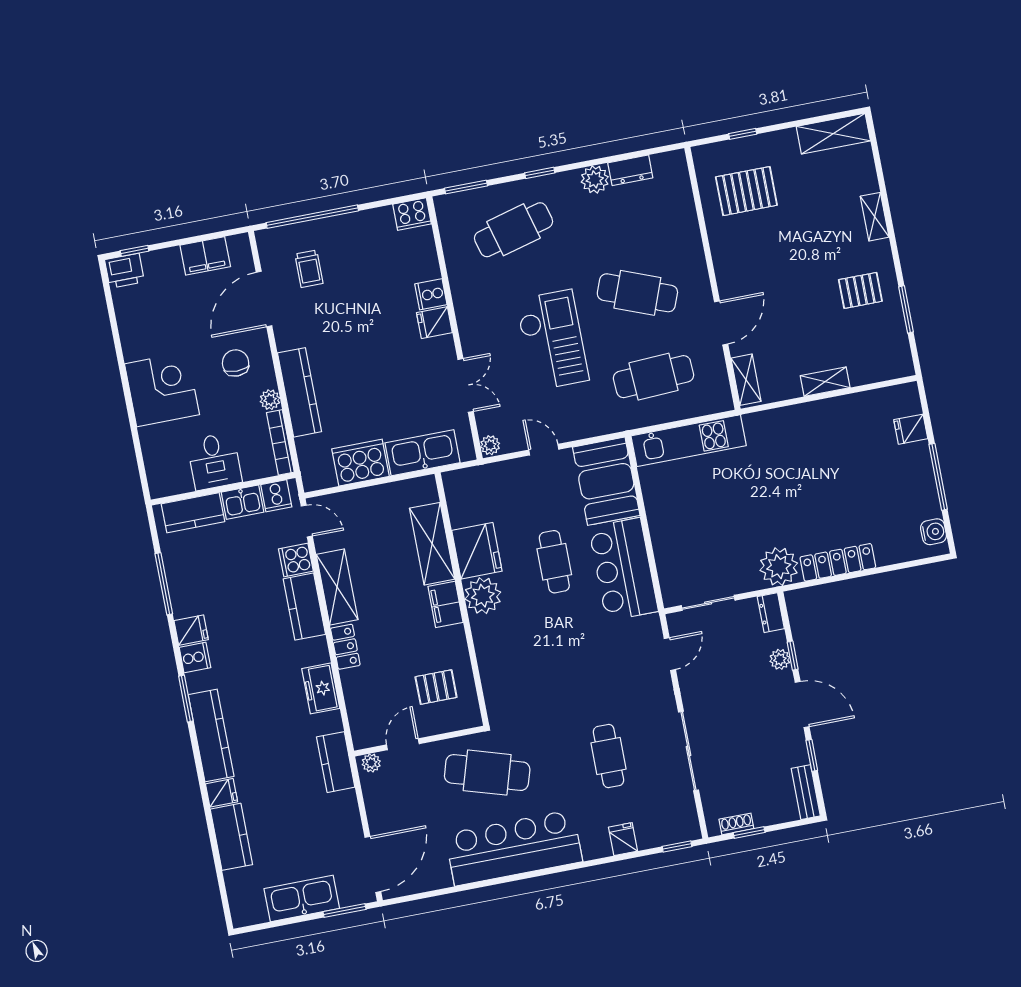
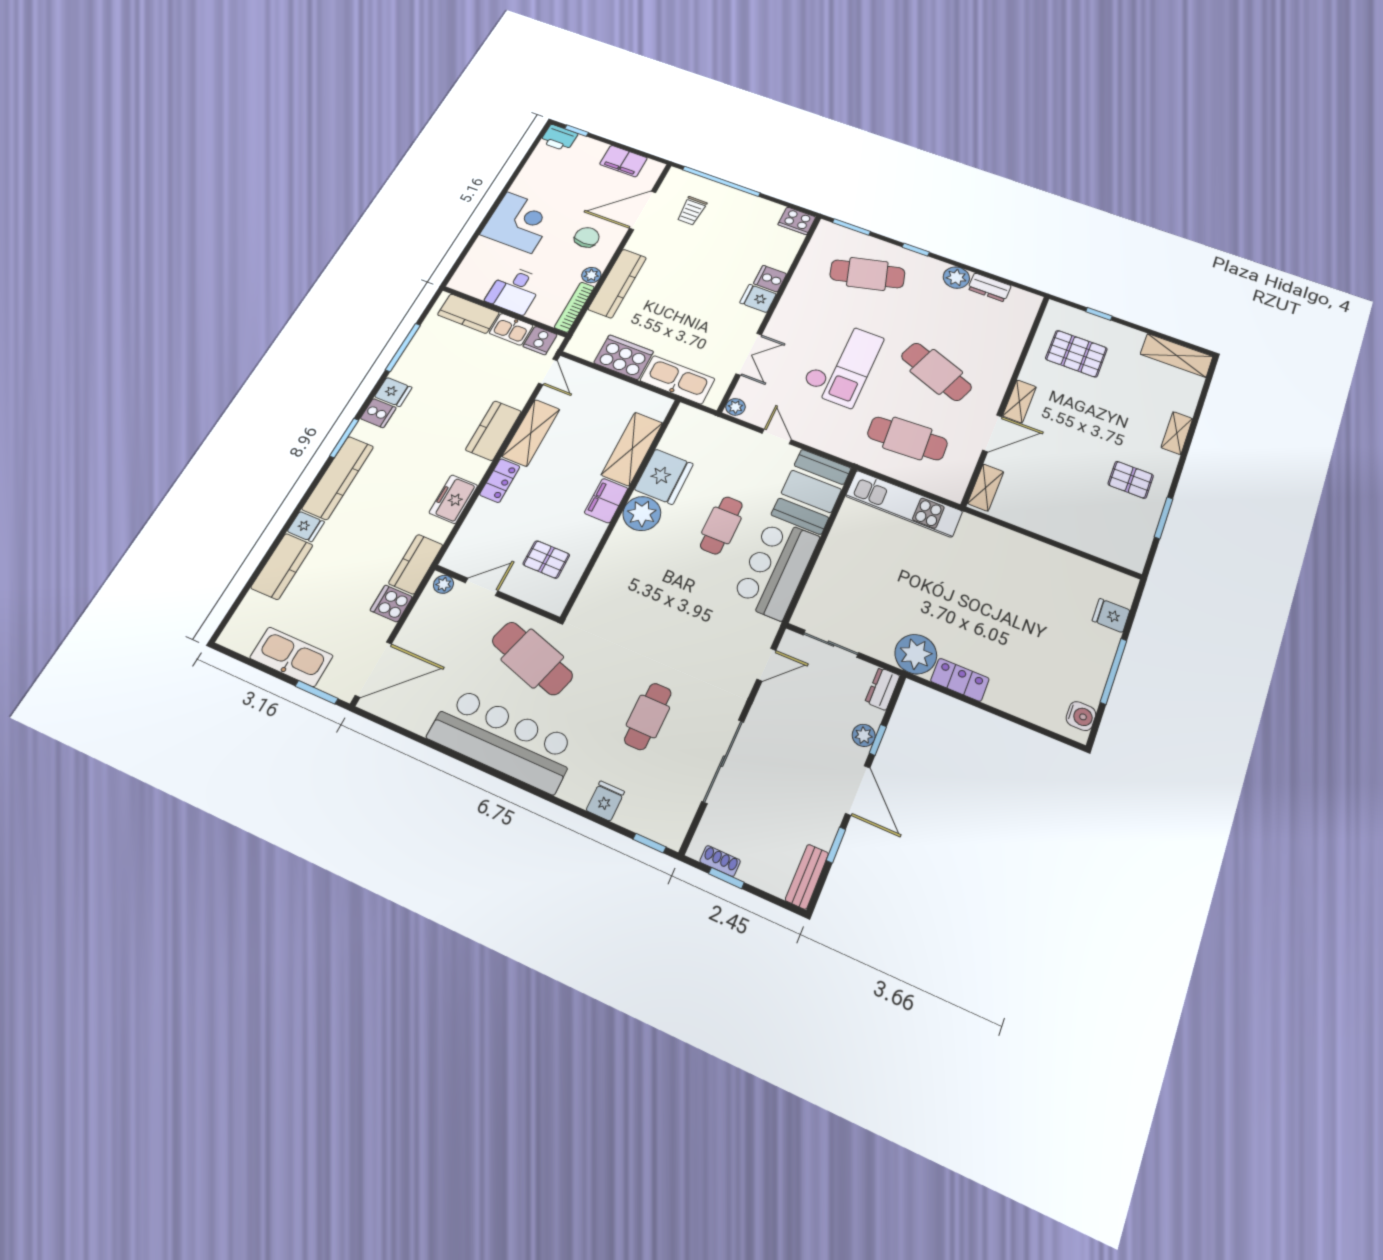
shelving: (825, 382) -> (1019, 401), moved, turned 90
cooker: (296, 560) -> (391, 604), moved
locker: (838, 562) -> (960, 680), width x0.66

